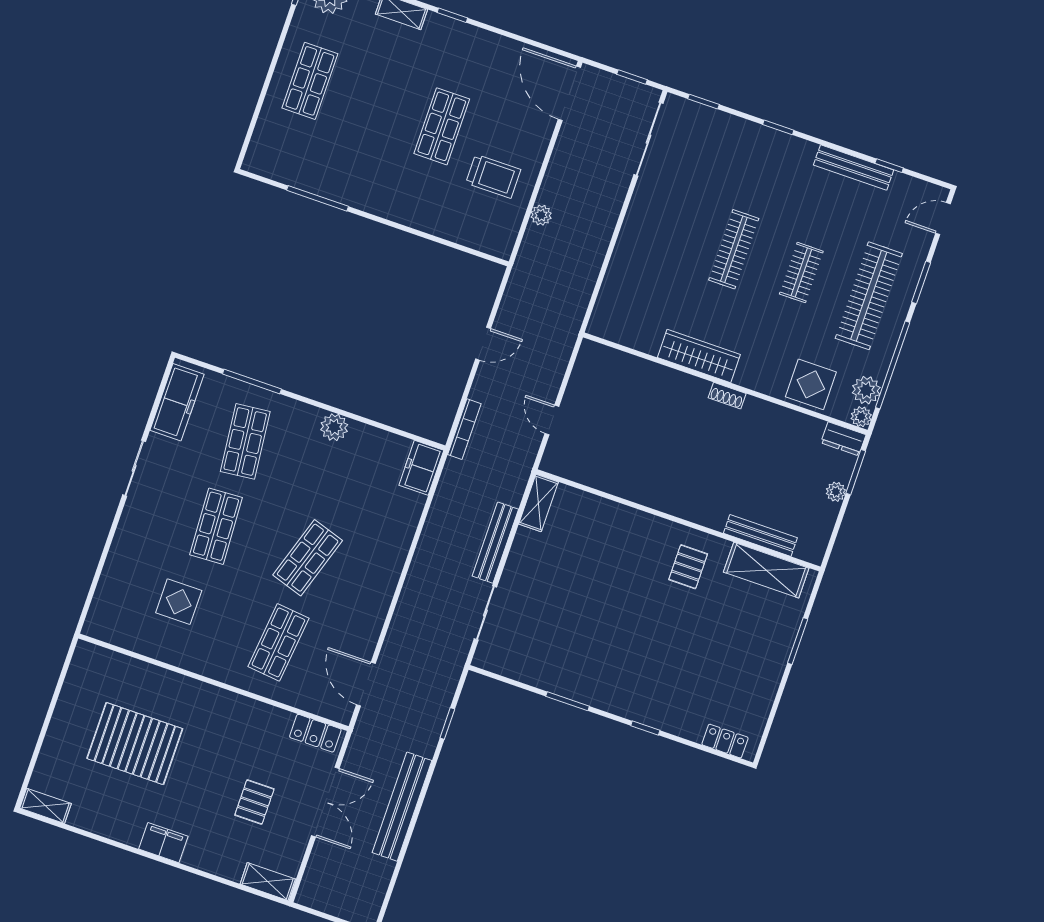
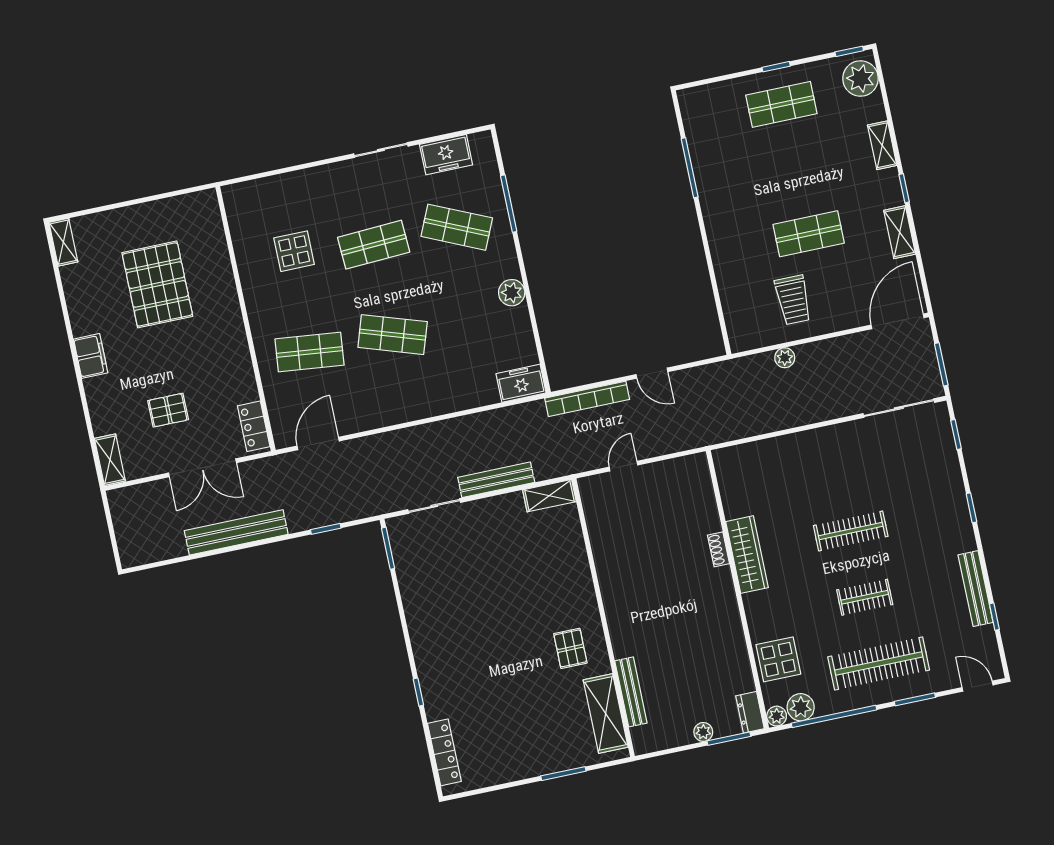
shelving: (490, 43) -> (900, 232), added
window: (273, 65) -> (776, 67), added
window: (632, 77) -> (941, 364), width x1.50
shoe rack: (727, 396) -> (718, 549), moved
freezer: (177, 402) -> (446, 155), width x0.71
bookcase: (464, 429) -> (587, 399), width x1.48, depth x1.31
shop shelf: (245, 441) -> (457, 227), turned 30
pallet: (688, 567) -> (570, 648), turned 90
window: (568, 701) -> (388, 548), moved
locker: (725, 741) -> (444, 752), width x1.53

